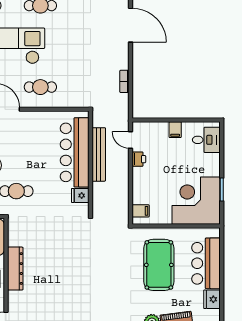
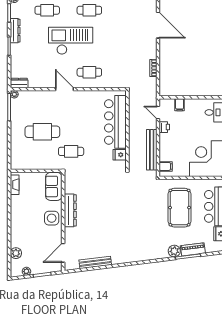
filing cabinet: (175, 130) -> (180, 105), moved
bench: (99, 154) -> (152, 150), moved

